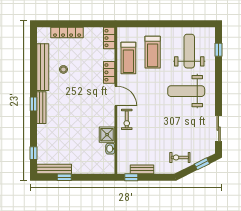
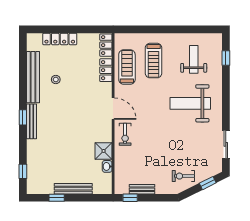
weight bench: (189, 51) -> (194, 59), width x0.73, depth x0.75
treadmill: (128, 58) -> (127, 67), turned 180
locker: (109, 72) -> (106, 70), moved
bench: (54, 169) -> (73, 189), moved

